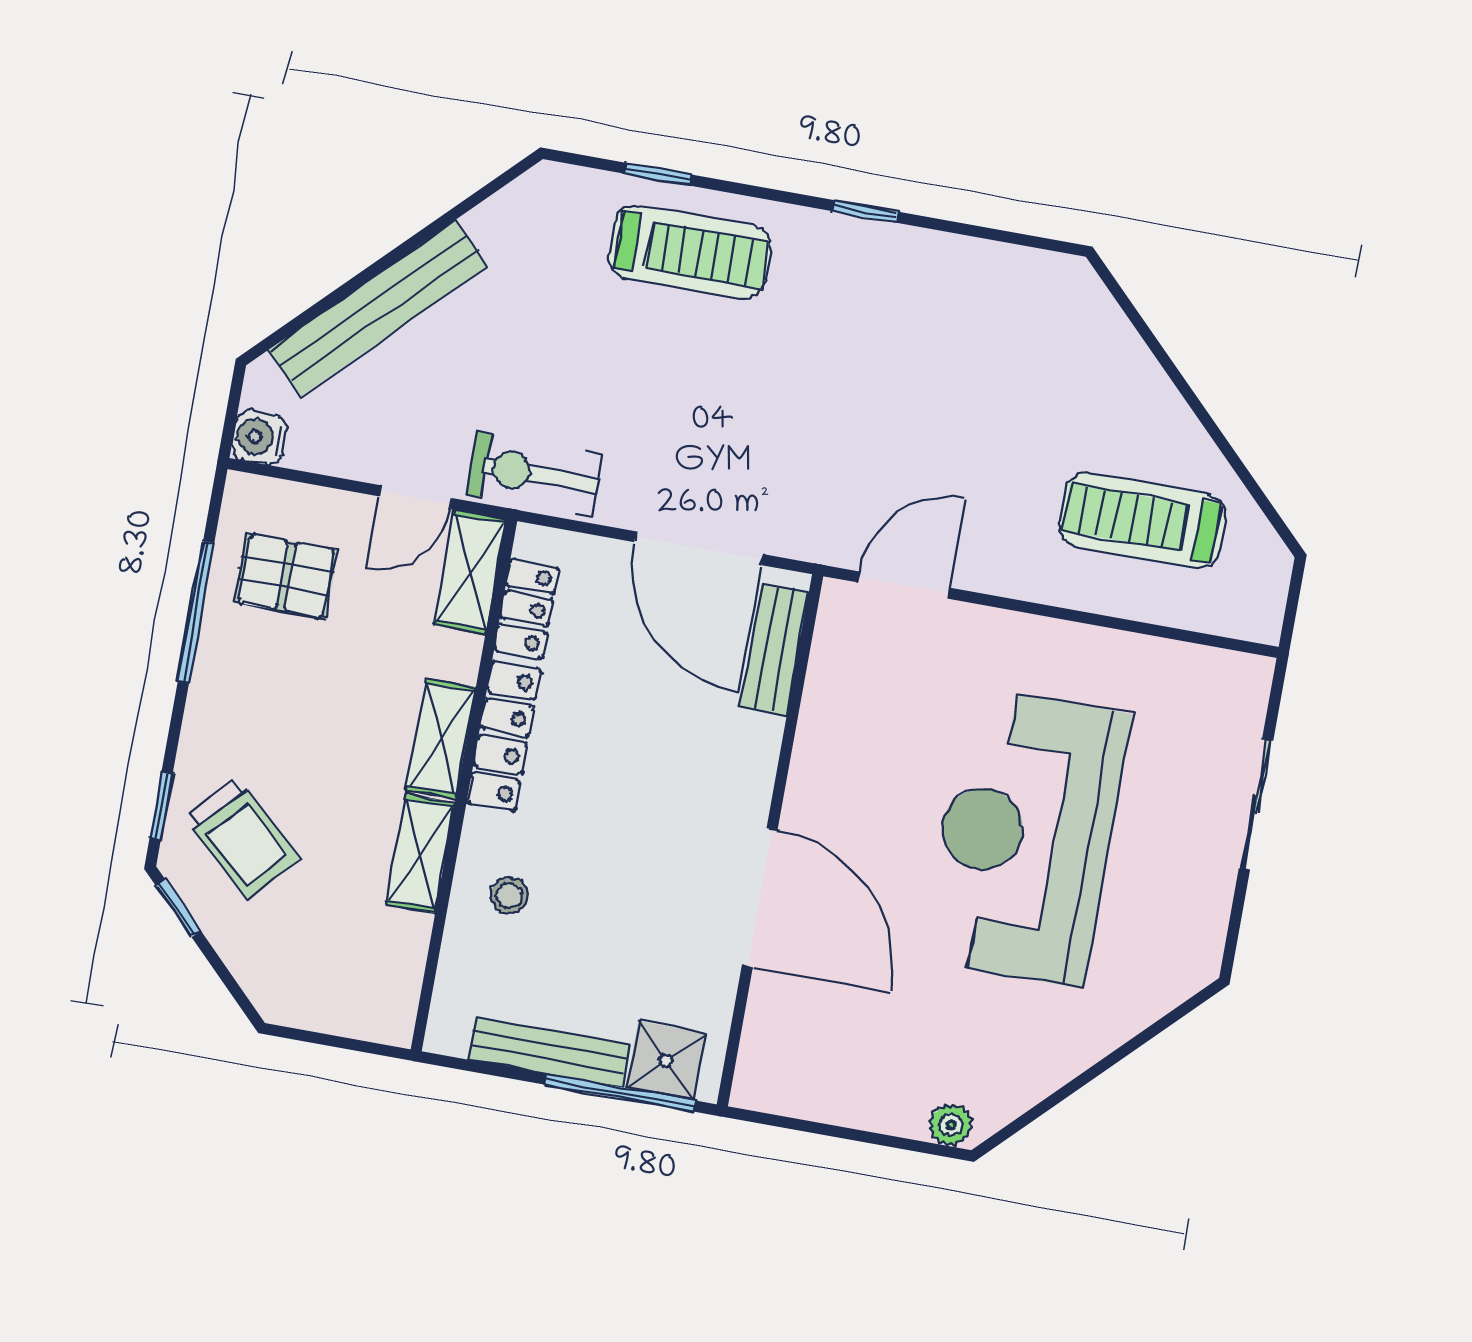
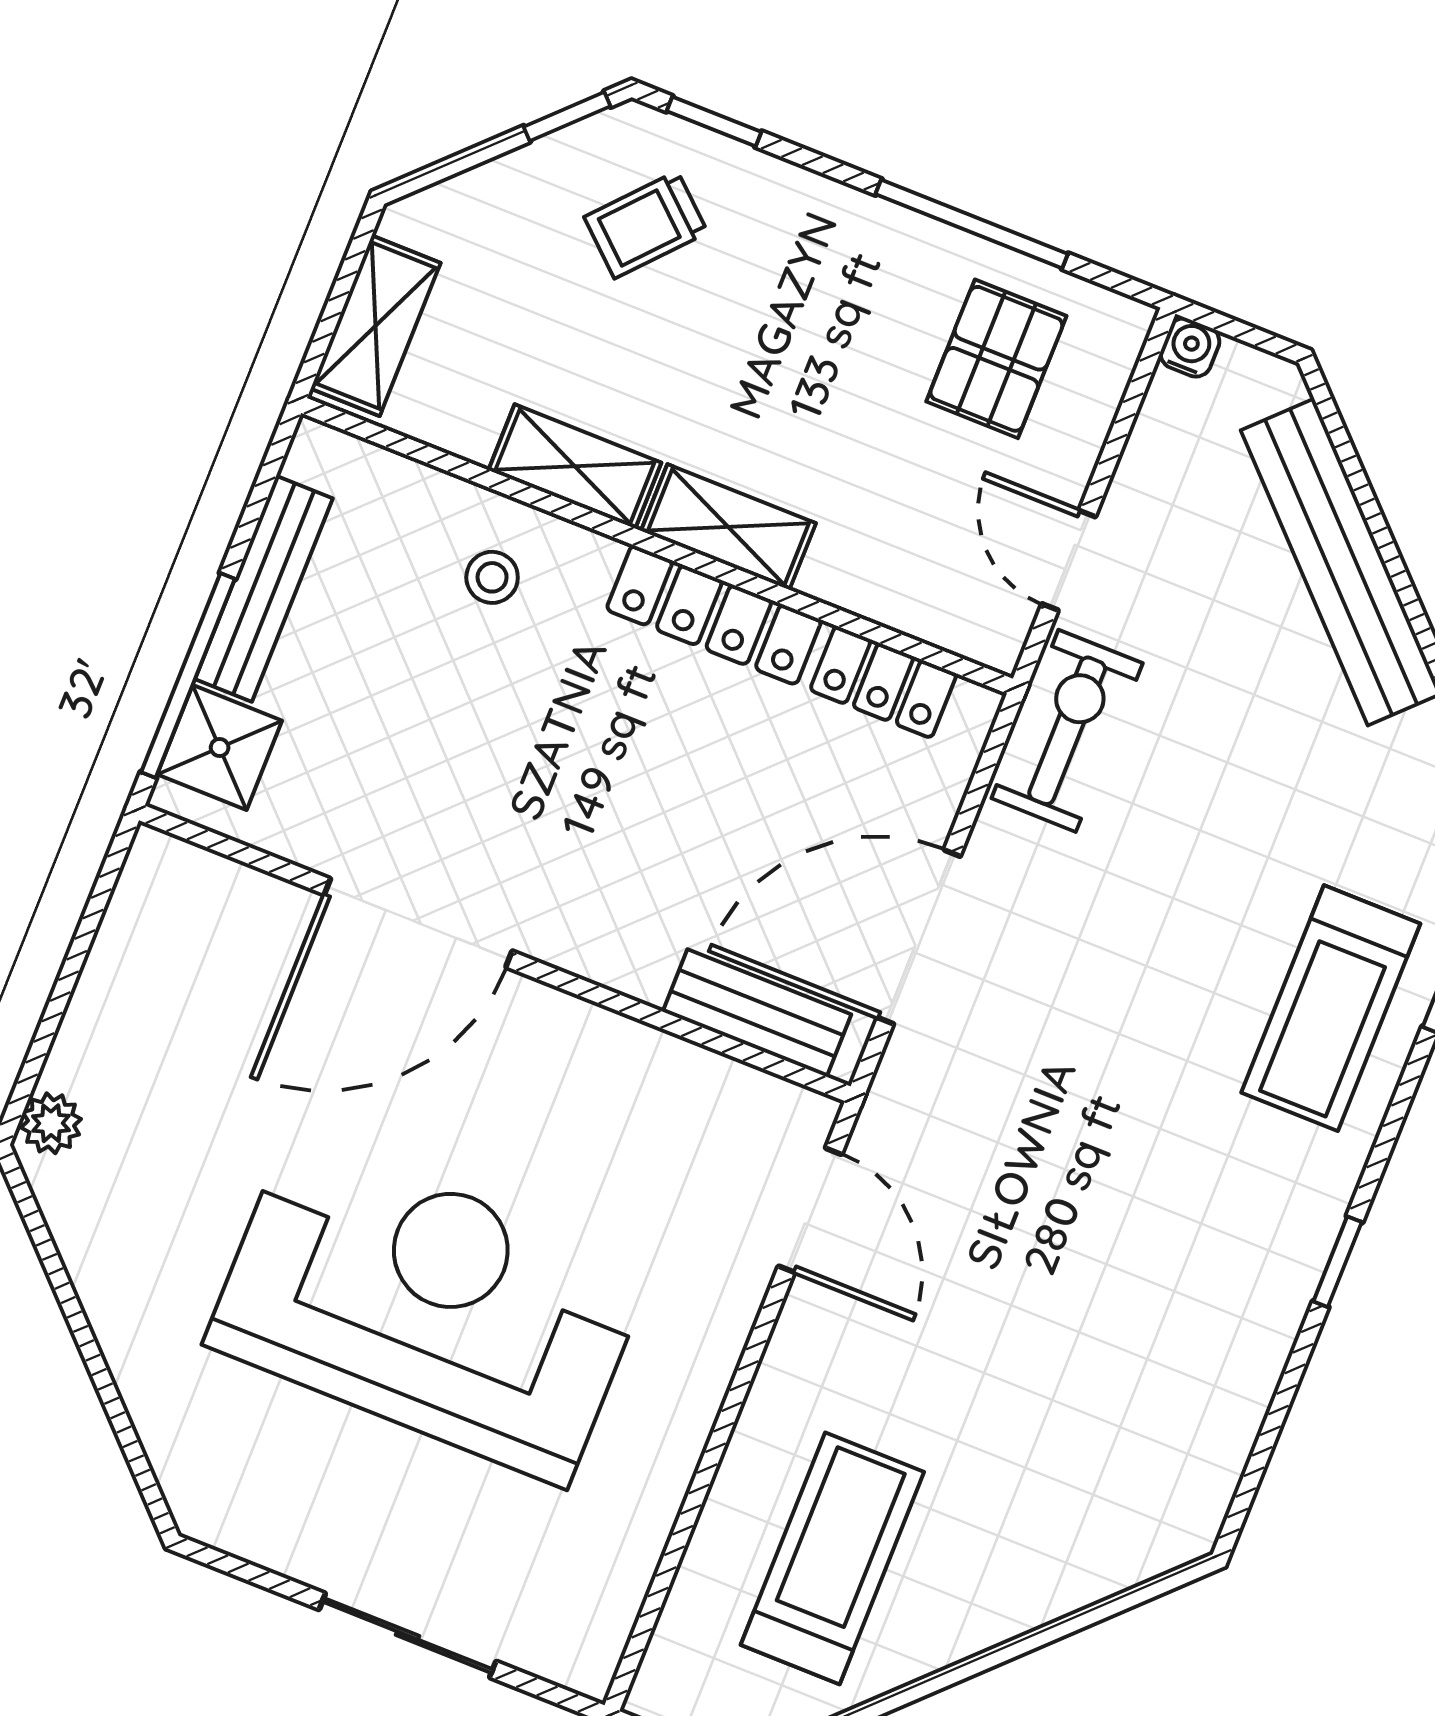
water cooler: (259, 437) -> (1190, 347), width x0.72, depth x0.72
shelving: (470, 572) -> (376, 326), moved, turned 90
trolley: (243, 838) -> (646, 225), width x0.73, depth x0.72

